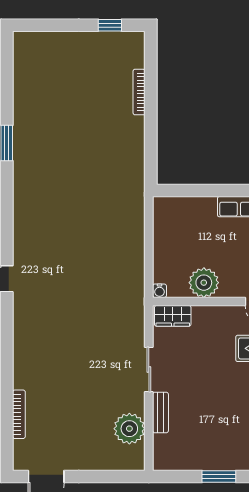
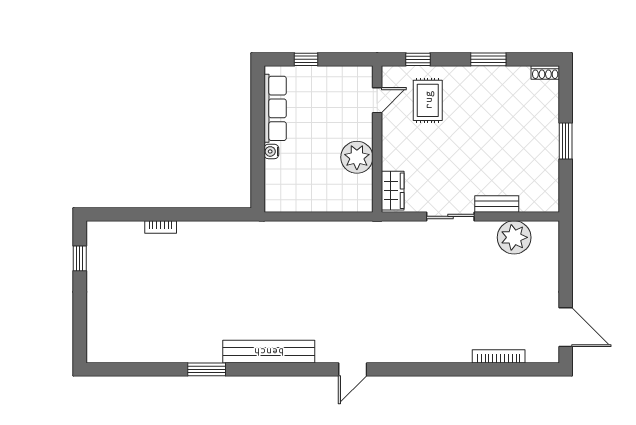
bookcase: (139, 92) -> (161, 227), width x0.64
bench: (23, 201) -> (269, 352), added
water cooler: (159, 291) -> (271, 151), moved, turned 180

